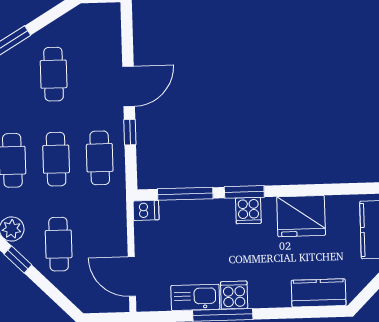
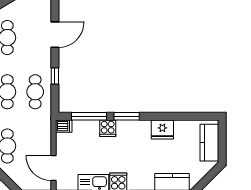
door: (129, 86) -> (55, 35), moved
cooker: (248, 211) -> (108, 128), moved
fridge: (301, 216) -> (162, 129), width x0.73, depth x0.75

